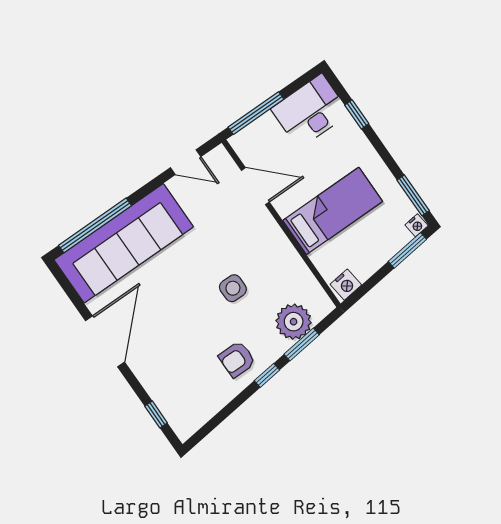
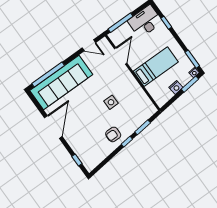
door: (255, 186) -> (121, 56), hinge flipped
nightstand: (346, 285) -> (176, 87), moved
plant: (294, 322) -> (139, 117), removed

